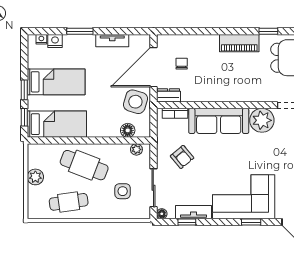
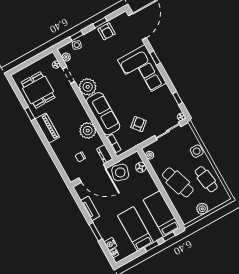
plant: (209, 91) -> (88, 131), added
cafe table: (84, 165) -> (178, 182), turned -39
side table: (123, 191) -> (197, 151), moved
tv unit: (194, 212) -> (169, 98), removed

